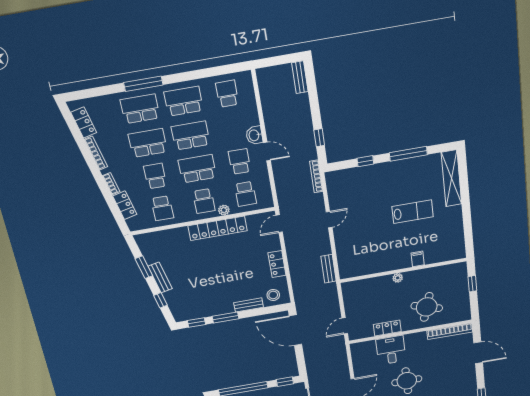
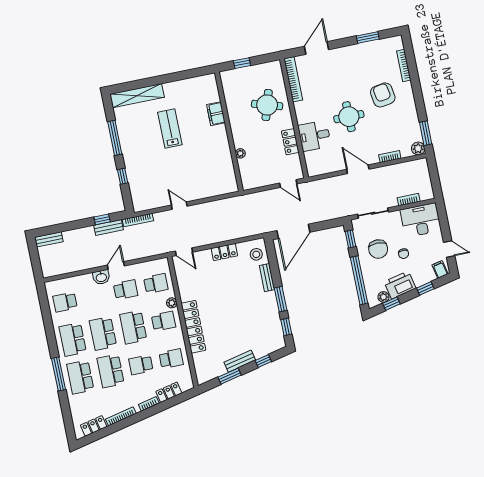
school desk: (240, 161) -> (126, 290), turned 180
locker: (218, 228) -> (193, 327), moved
filing cabinet: (418, 259) -> (216, 114), width x2.00
bench: (329, 269) -> (108, 228), moved
plant: (398, 278) -> (240, 153), moved

